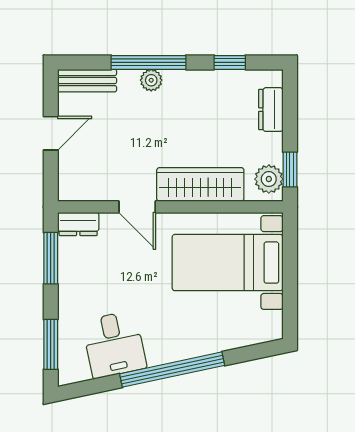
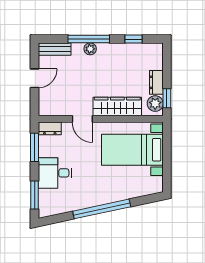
dresser: (271, 110) -> (156, 82), moved
desk: (114, 344) -> (55, 173), moved, turned 102

